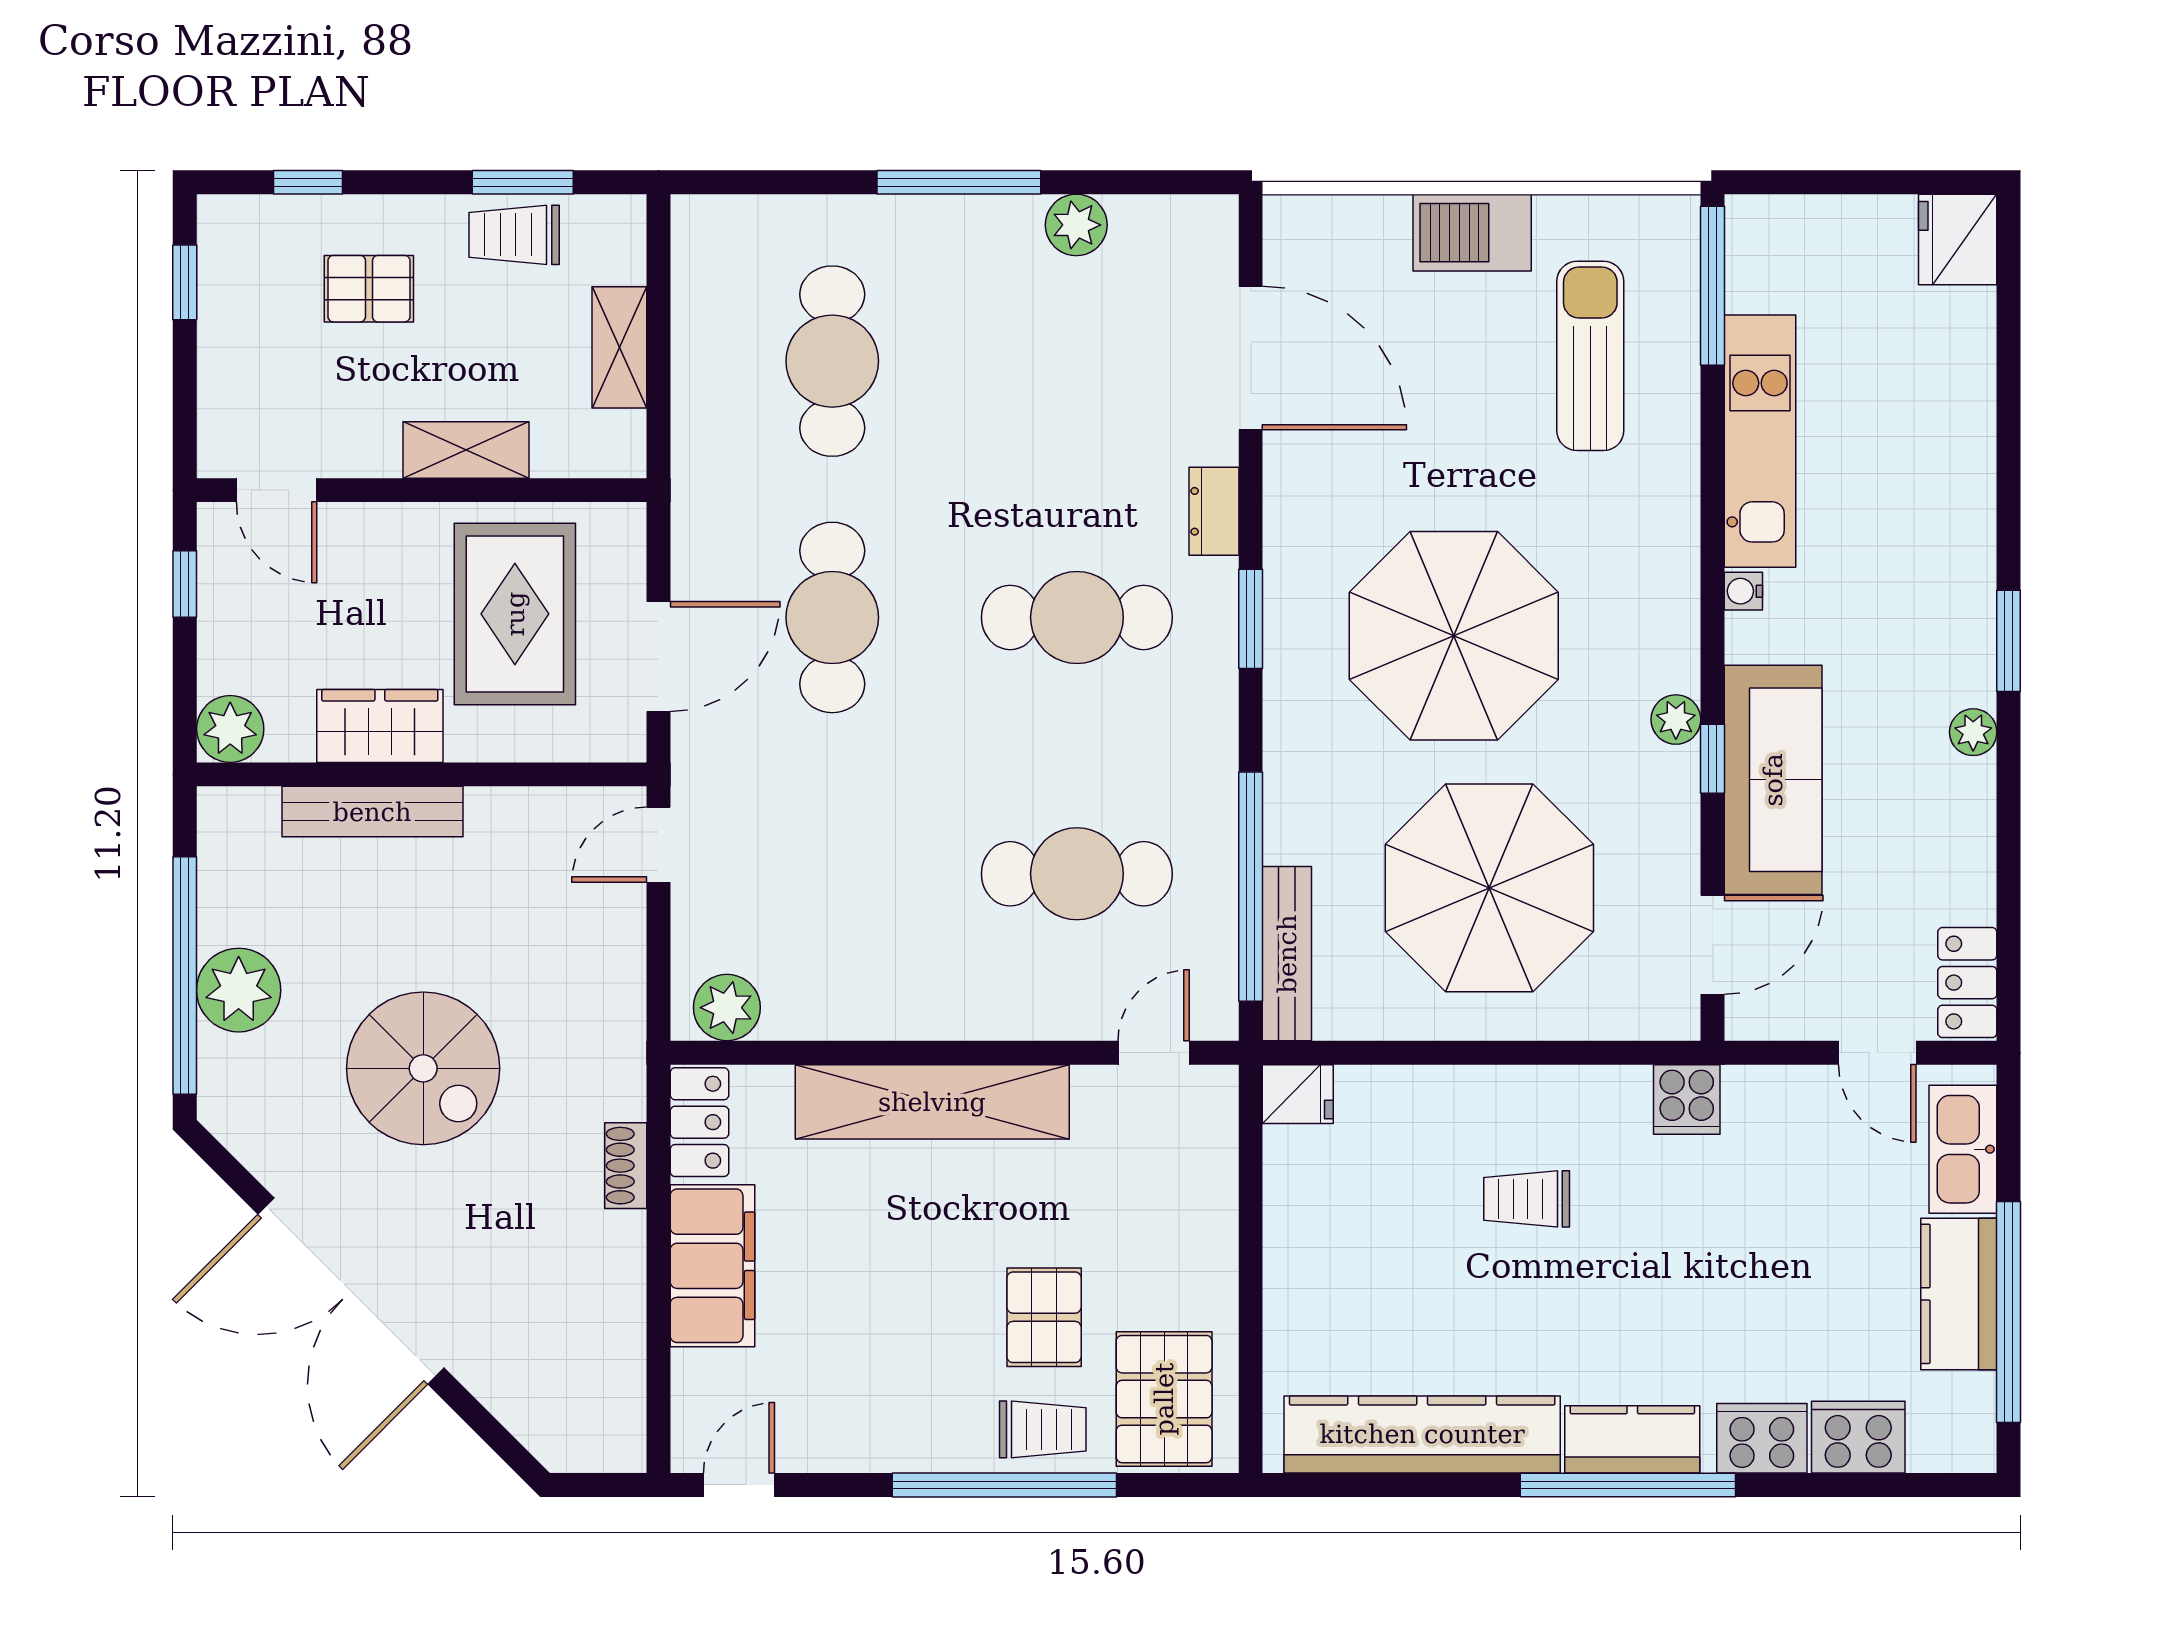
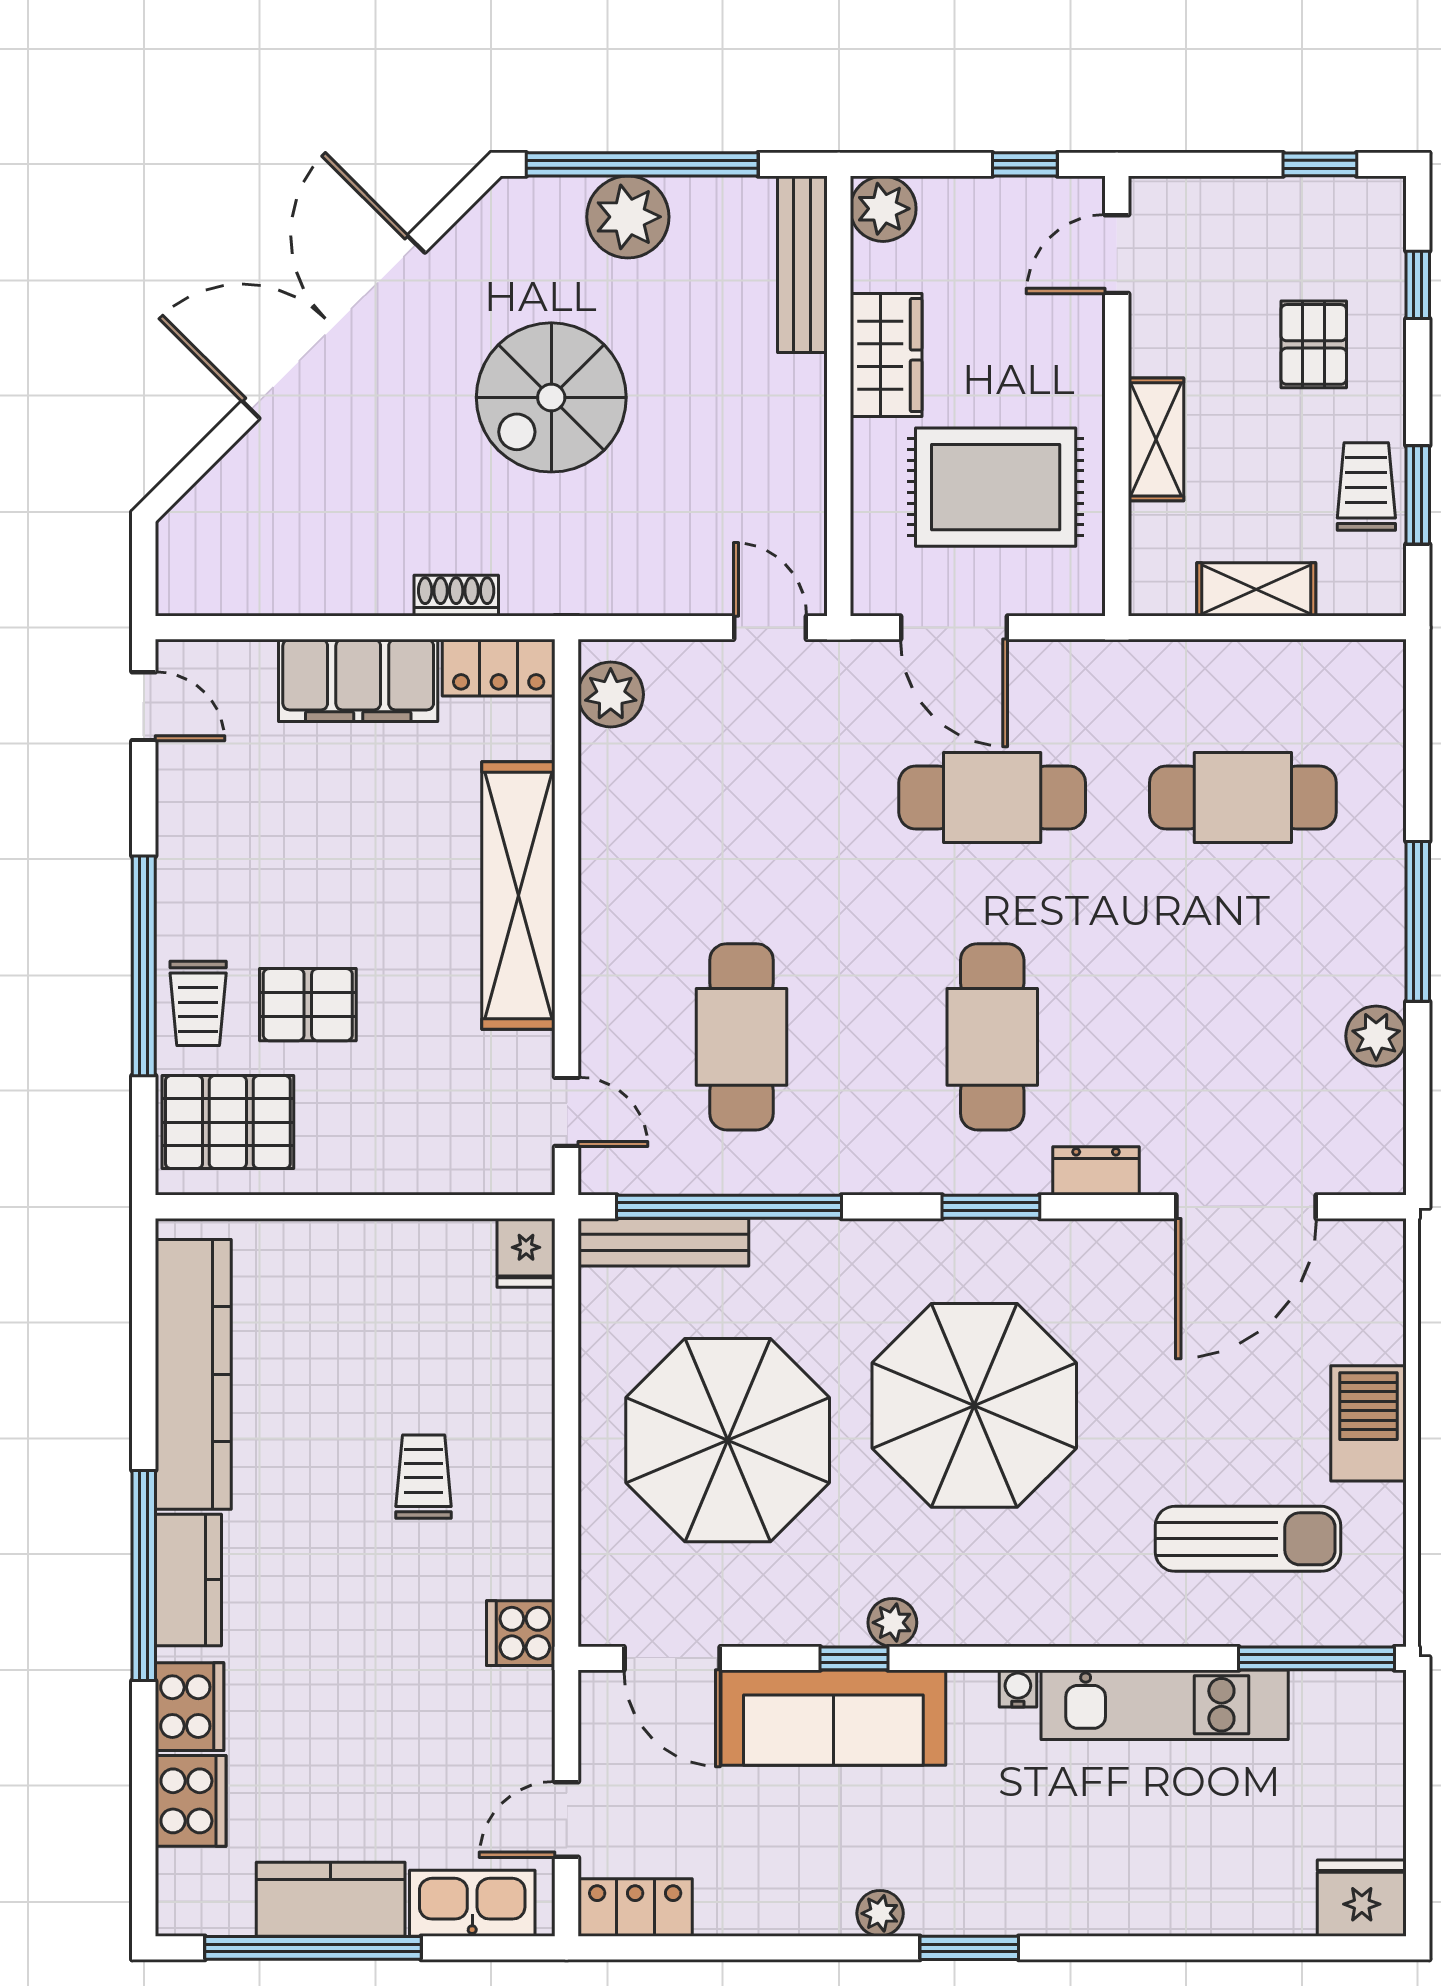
bench: (372, 812) -> (802, 264), moved

